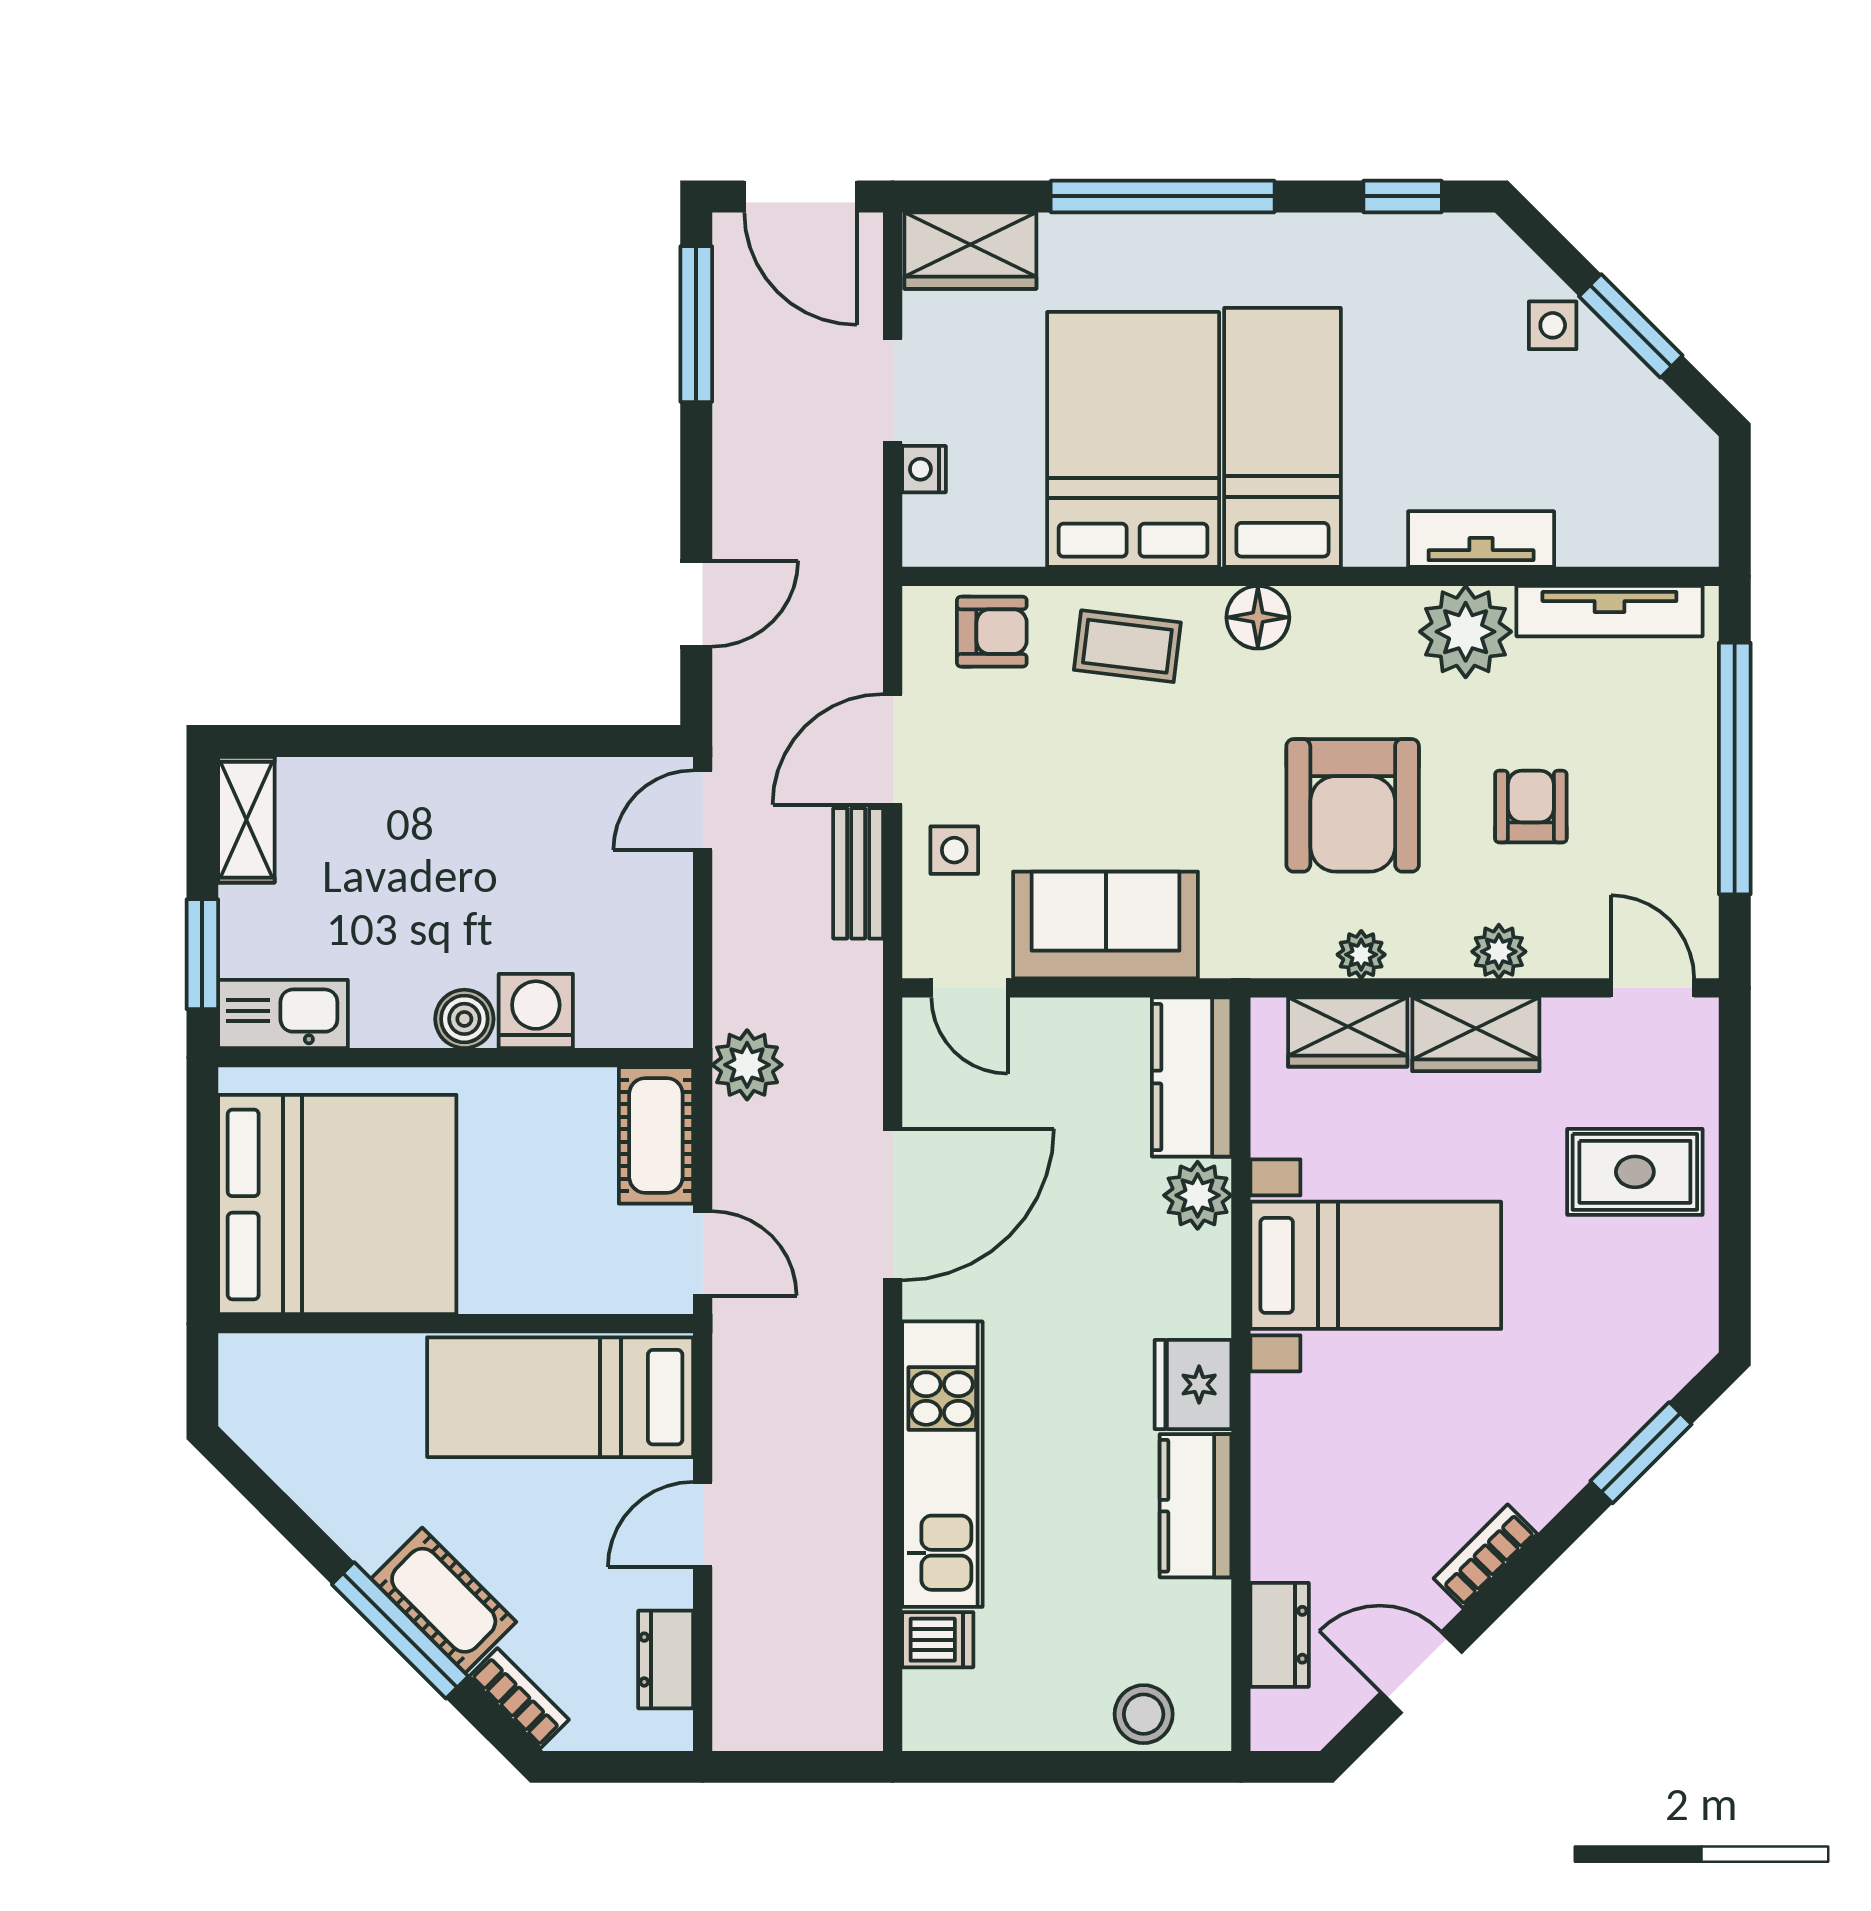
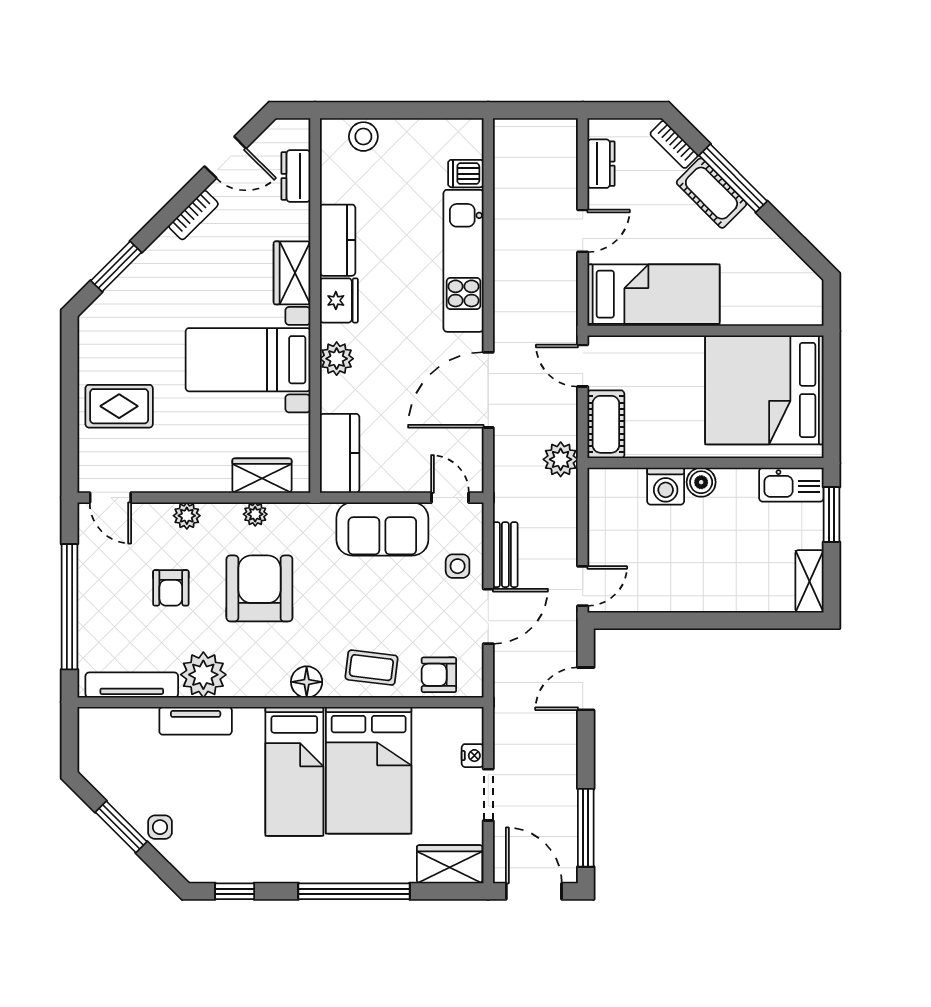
wardrobe: (1476, 1034) -> (292, 273), moved, turned -90
plant: (1198, 1195) -> (337, 359), moved

